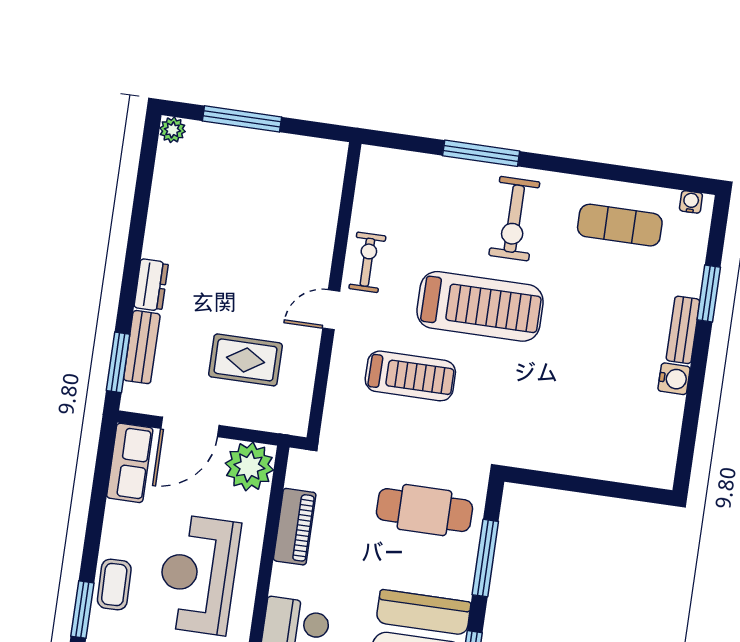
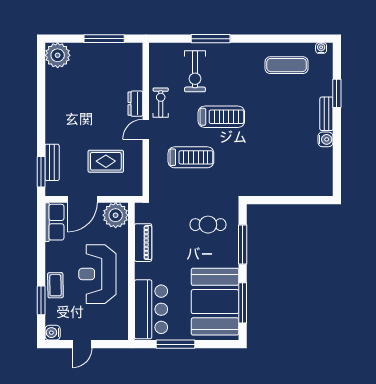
window: (242, 119) -> (104, 39), moved
plant: (172, 130) -> (58, 55), width x1.88, depth x1.88
exercise bike: (514, 219) -> (195, 71), moved
dresser: (151, 285) -> (135, 104), moved, turned 180
treadmill: (480, 306) -> (221, 117), width x0.73, depth x0.73
cafe table: (424, 510) -> (208, 225), width x0.73, depth x0.74

